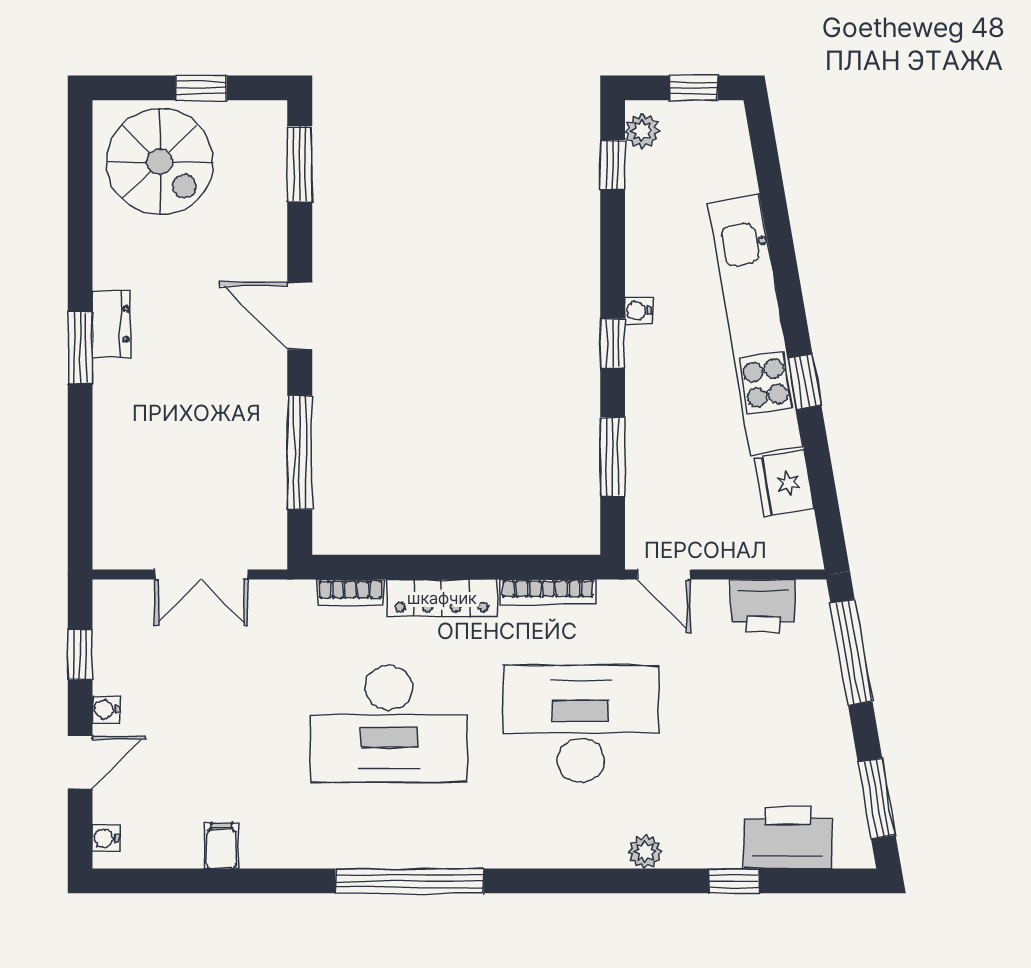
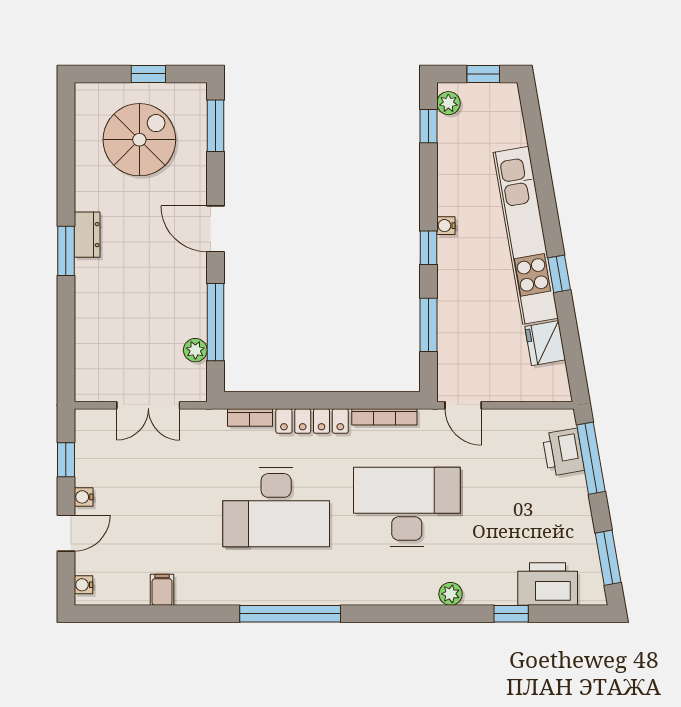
spiral stairs: (160, 162) -> (139, 140), moved, turned -90
plant: (270, 494) -> (195, 350), added
printer: (763, 606) -> (563, 452), moved, turned 80

